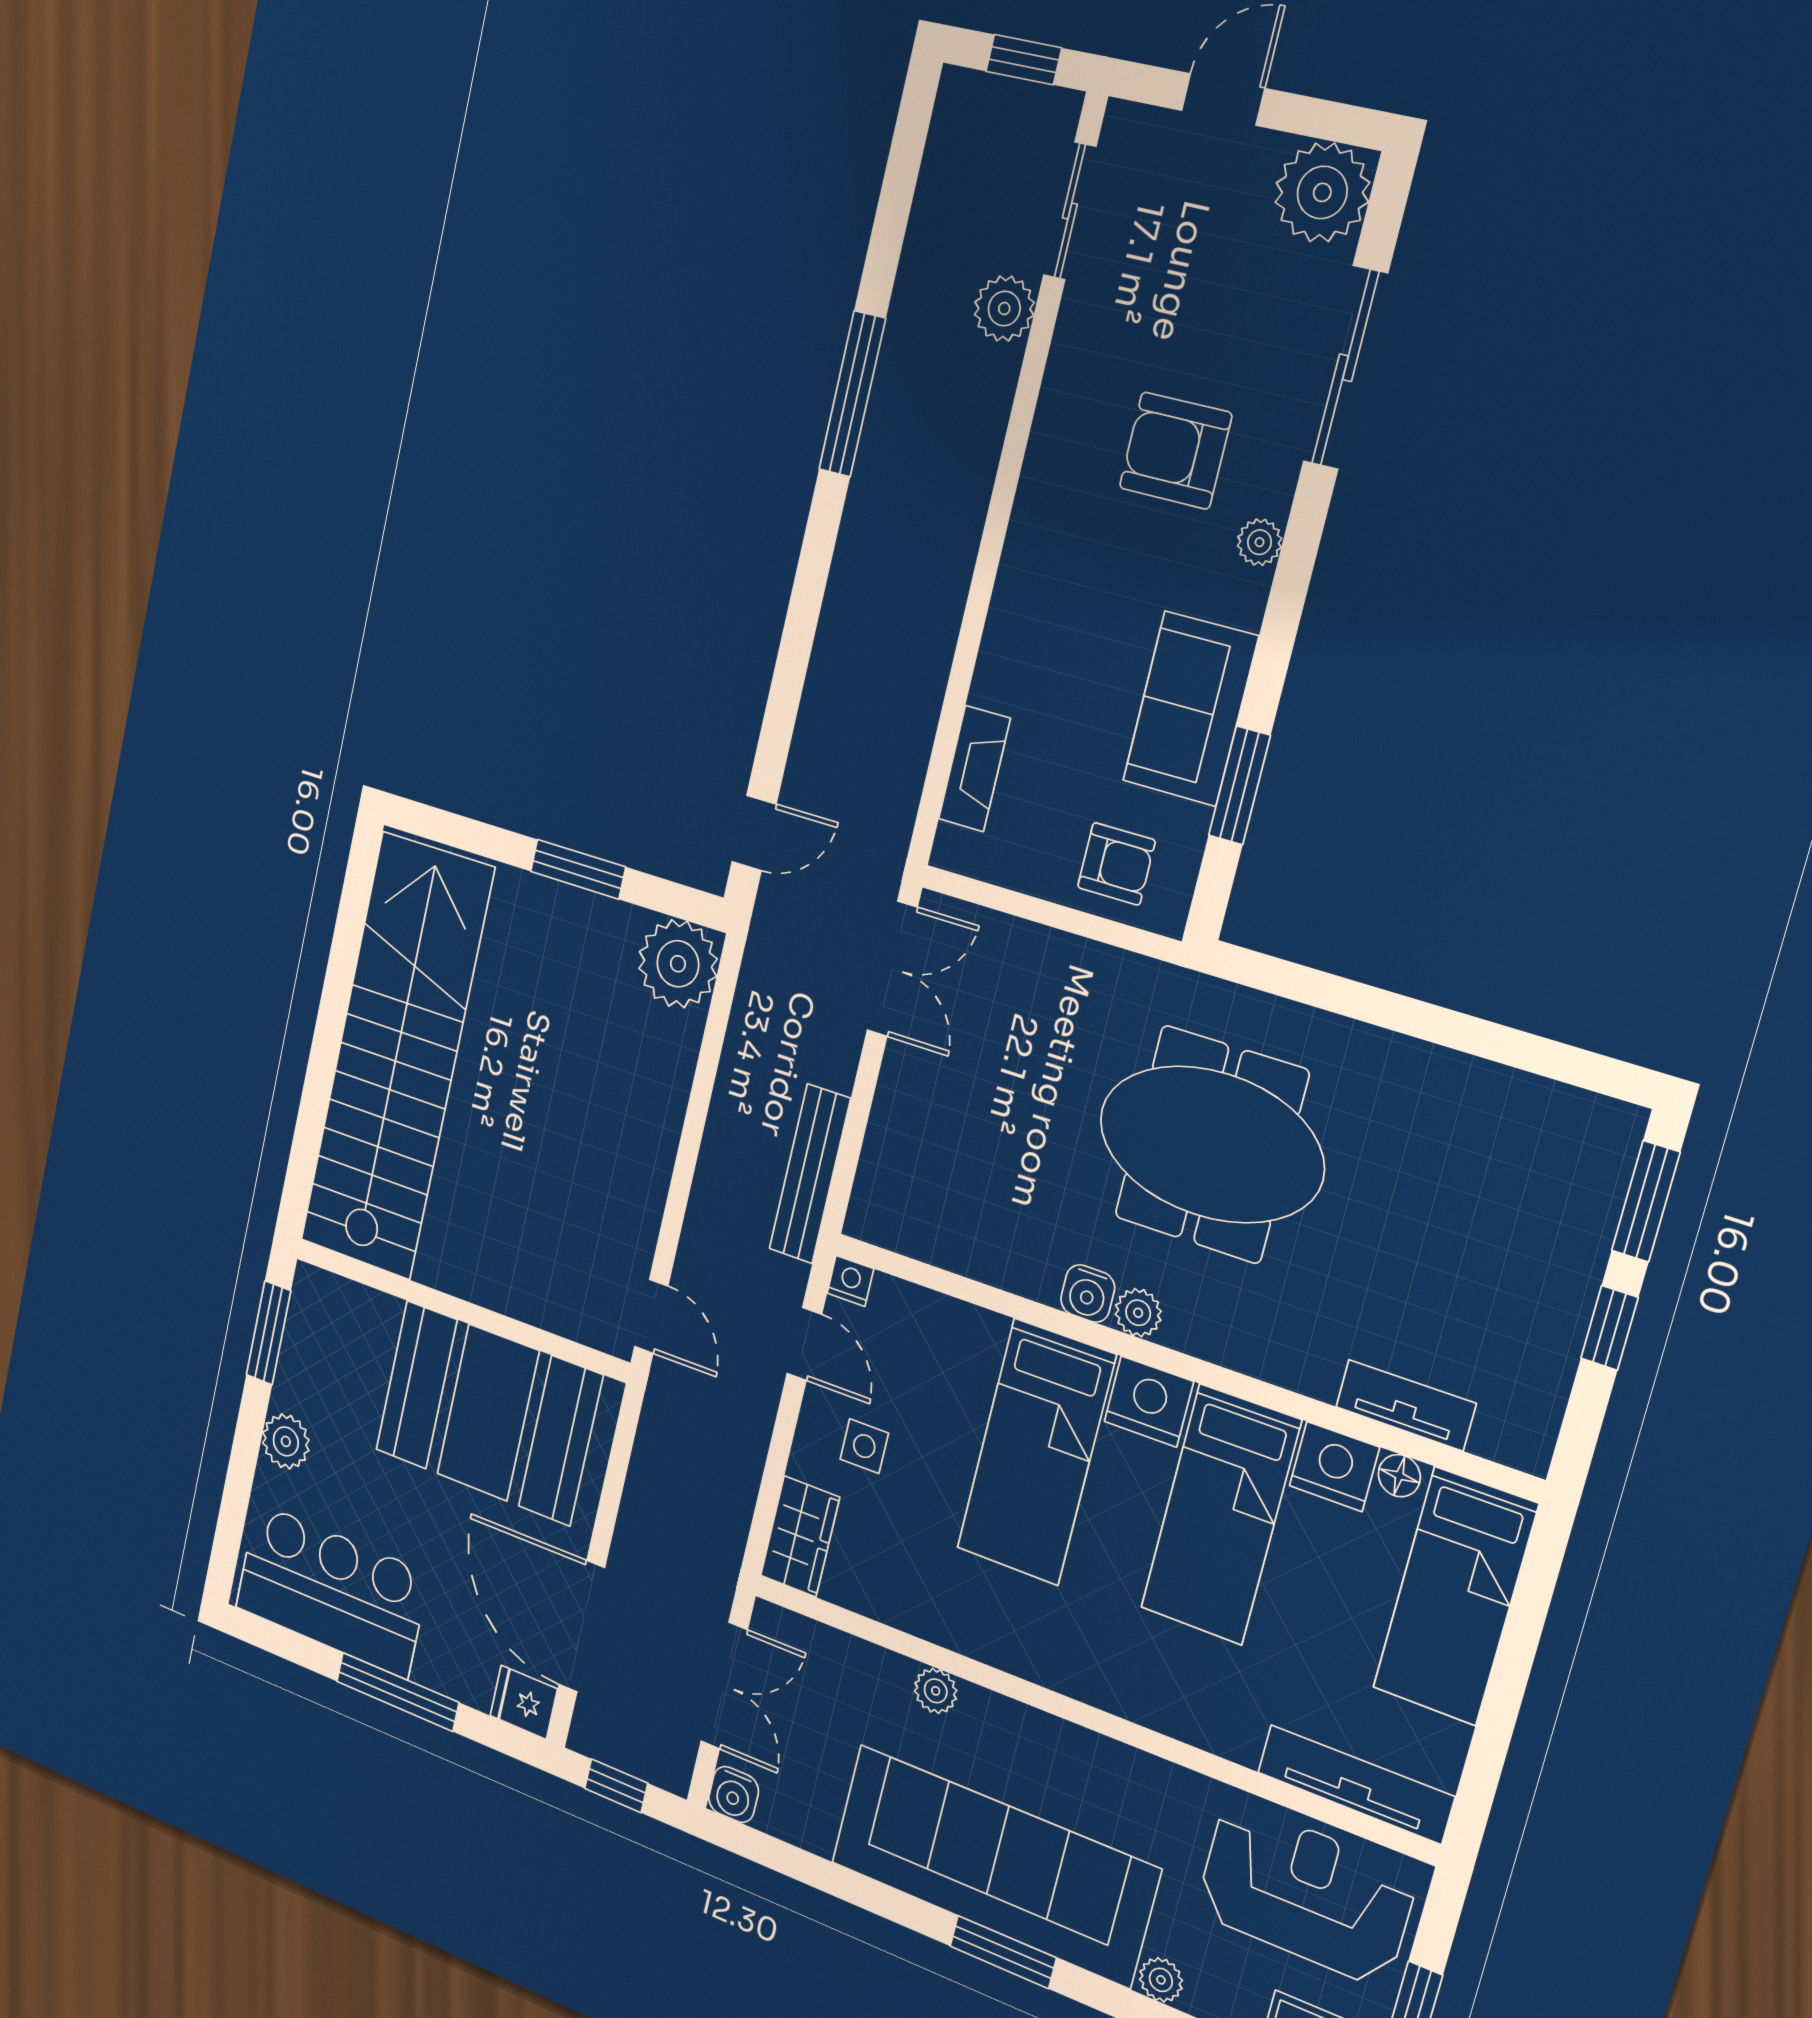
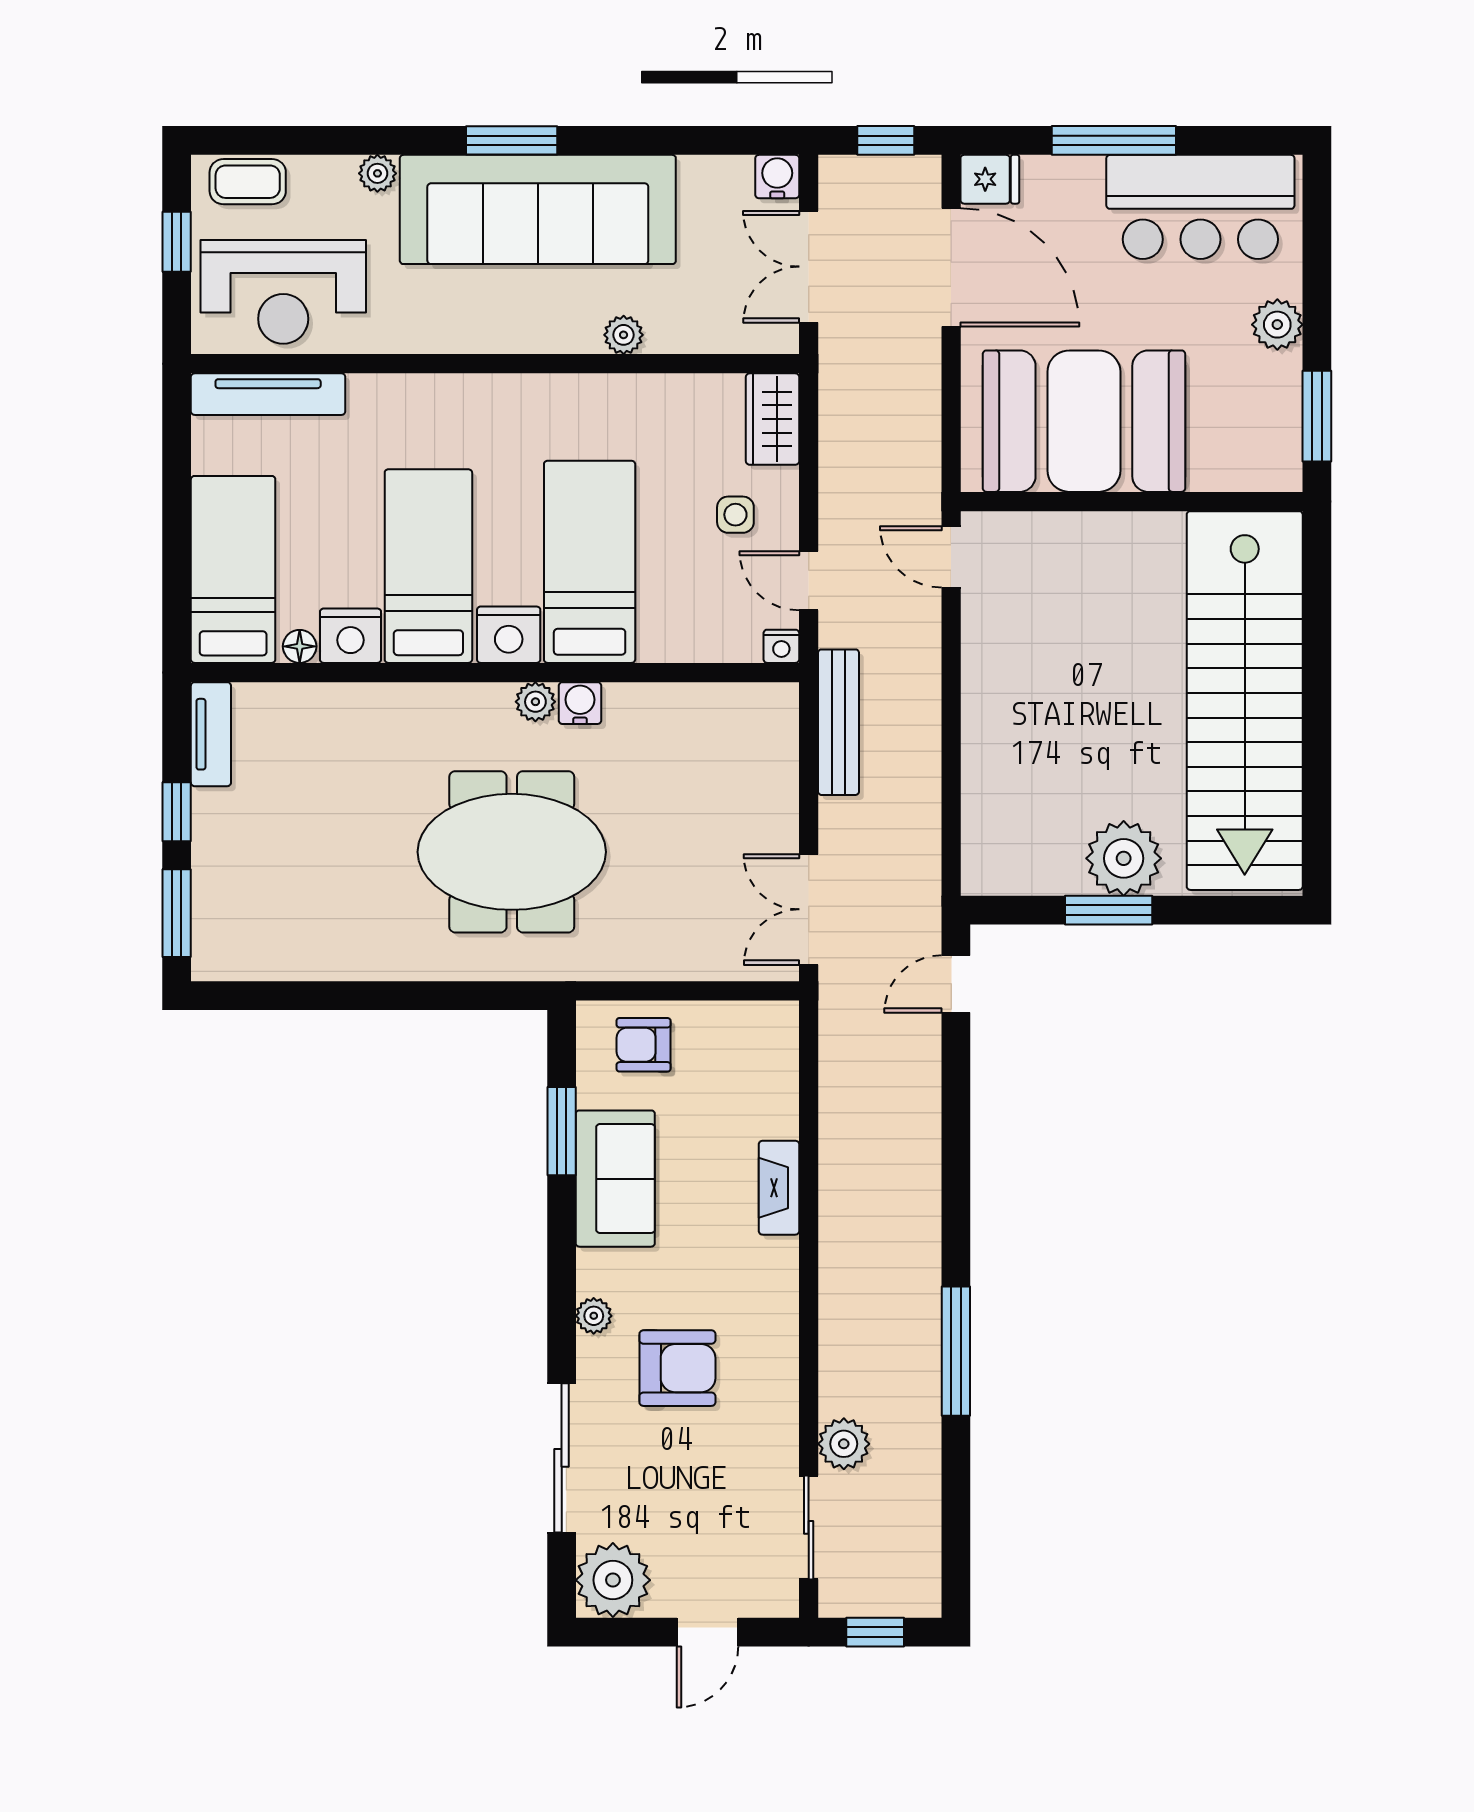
fireplace: (974, 769) -> (779, 1188), moved
plant: (678, 964) -> (1124, 858), moved
tv unit: (1406, 1405) -> (211, 734), moved, turned -90

